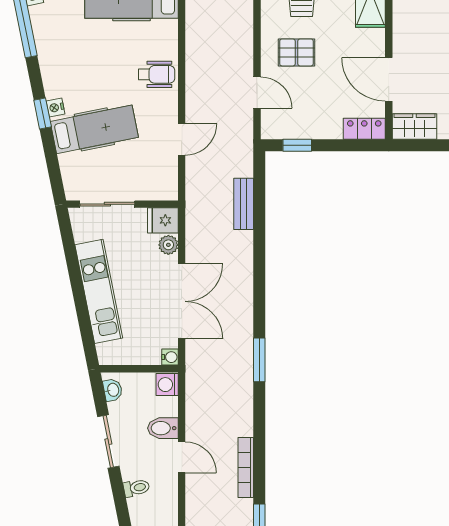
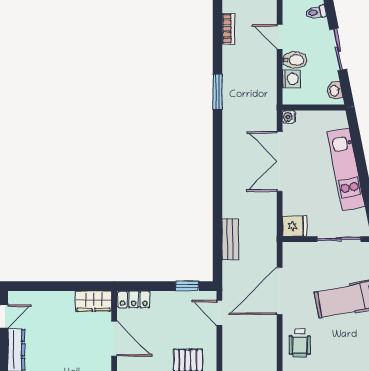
wheelchair: (156, 74) -> (300, 343), turned -90
door: (257, 93) -> (219, 313), moved
door: (182, 139) -> (280, 291), width x1.87
plant: (168, 245) -> (290, 207), removed
window: (259, 360) -> (218, 92), moved
washing machine: (167, 385) -> (291, 79), moved
bookcase: (246, 467) -> (228, 29), width x0.64

